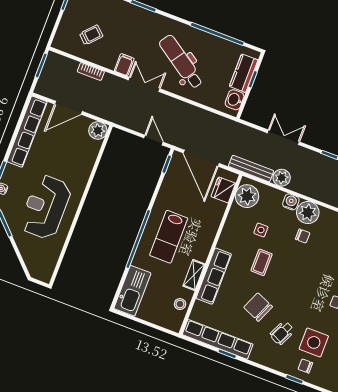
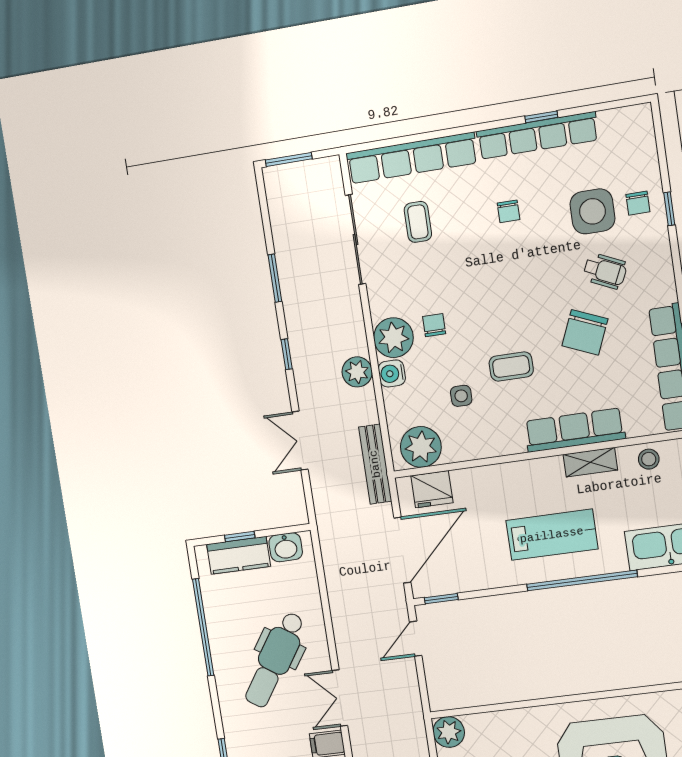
plant: (282, 178) -> (357, 372), moved

